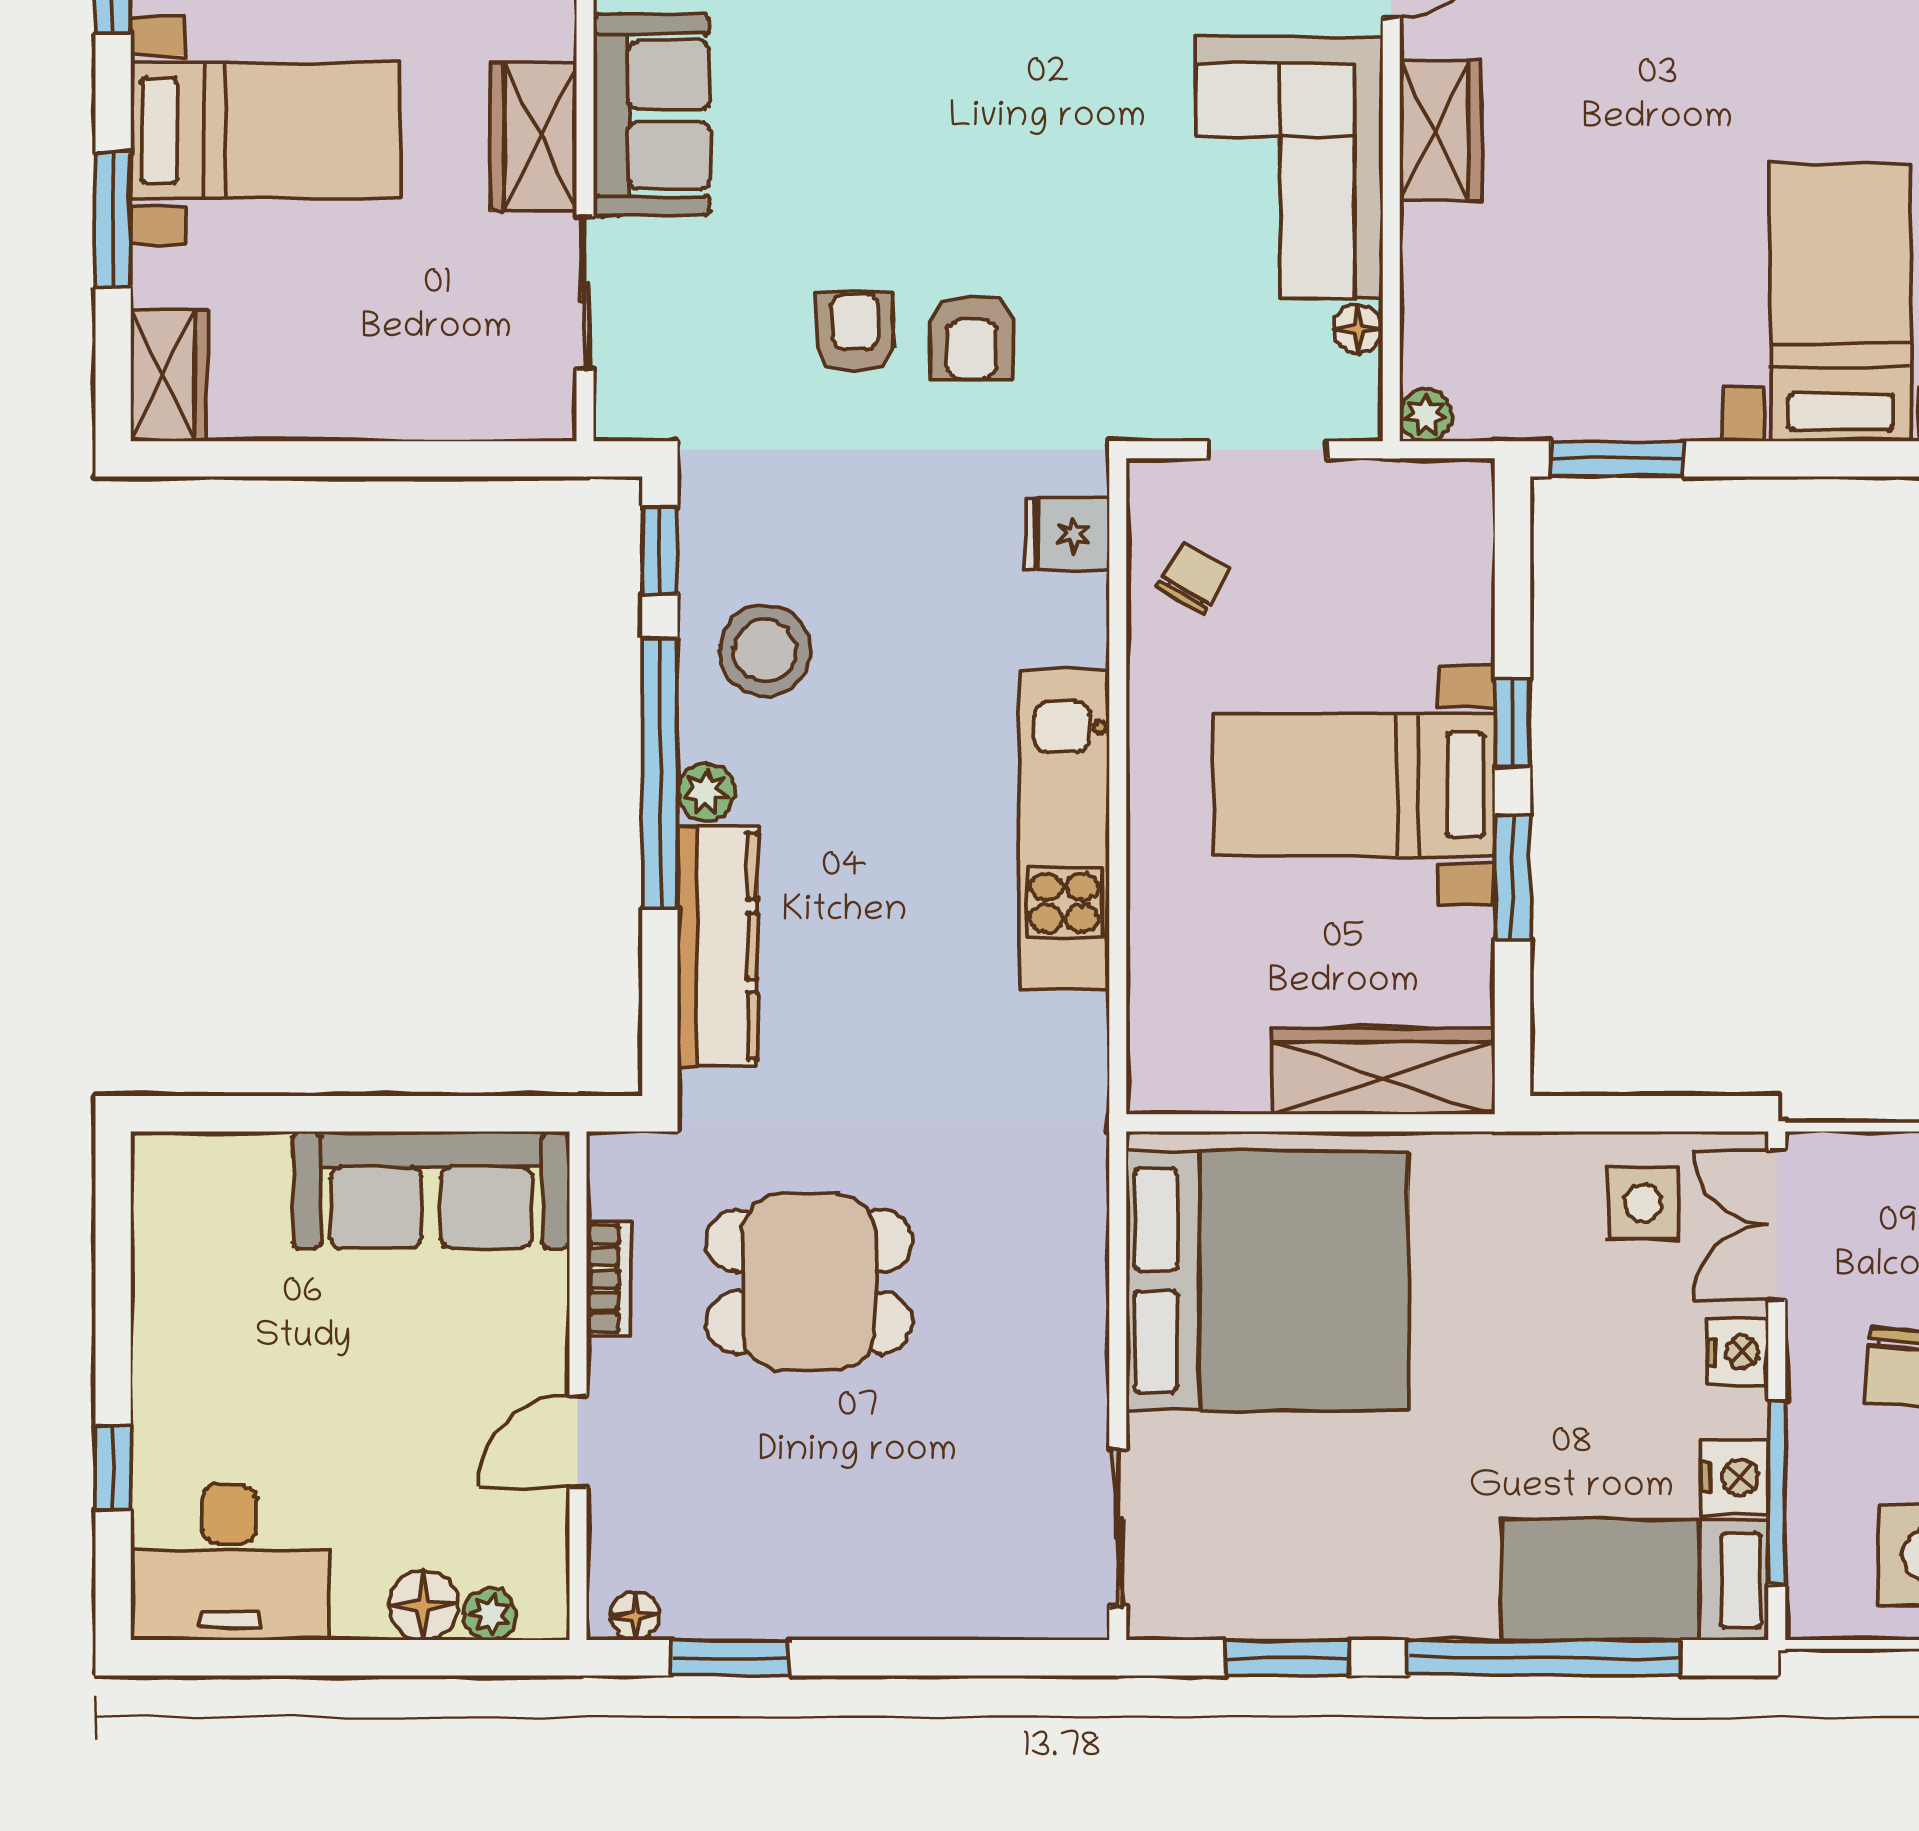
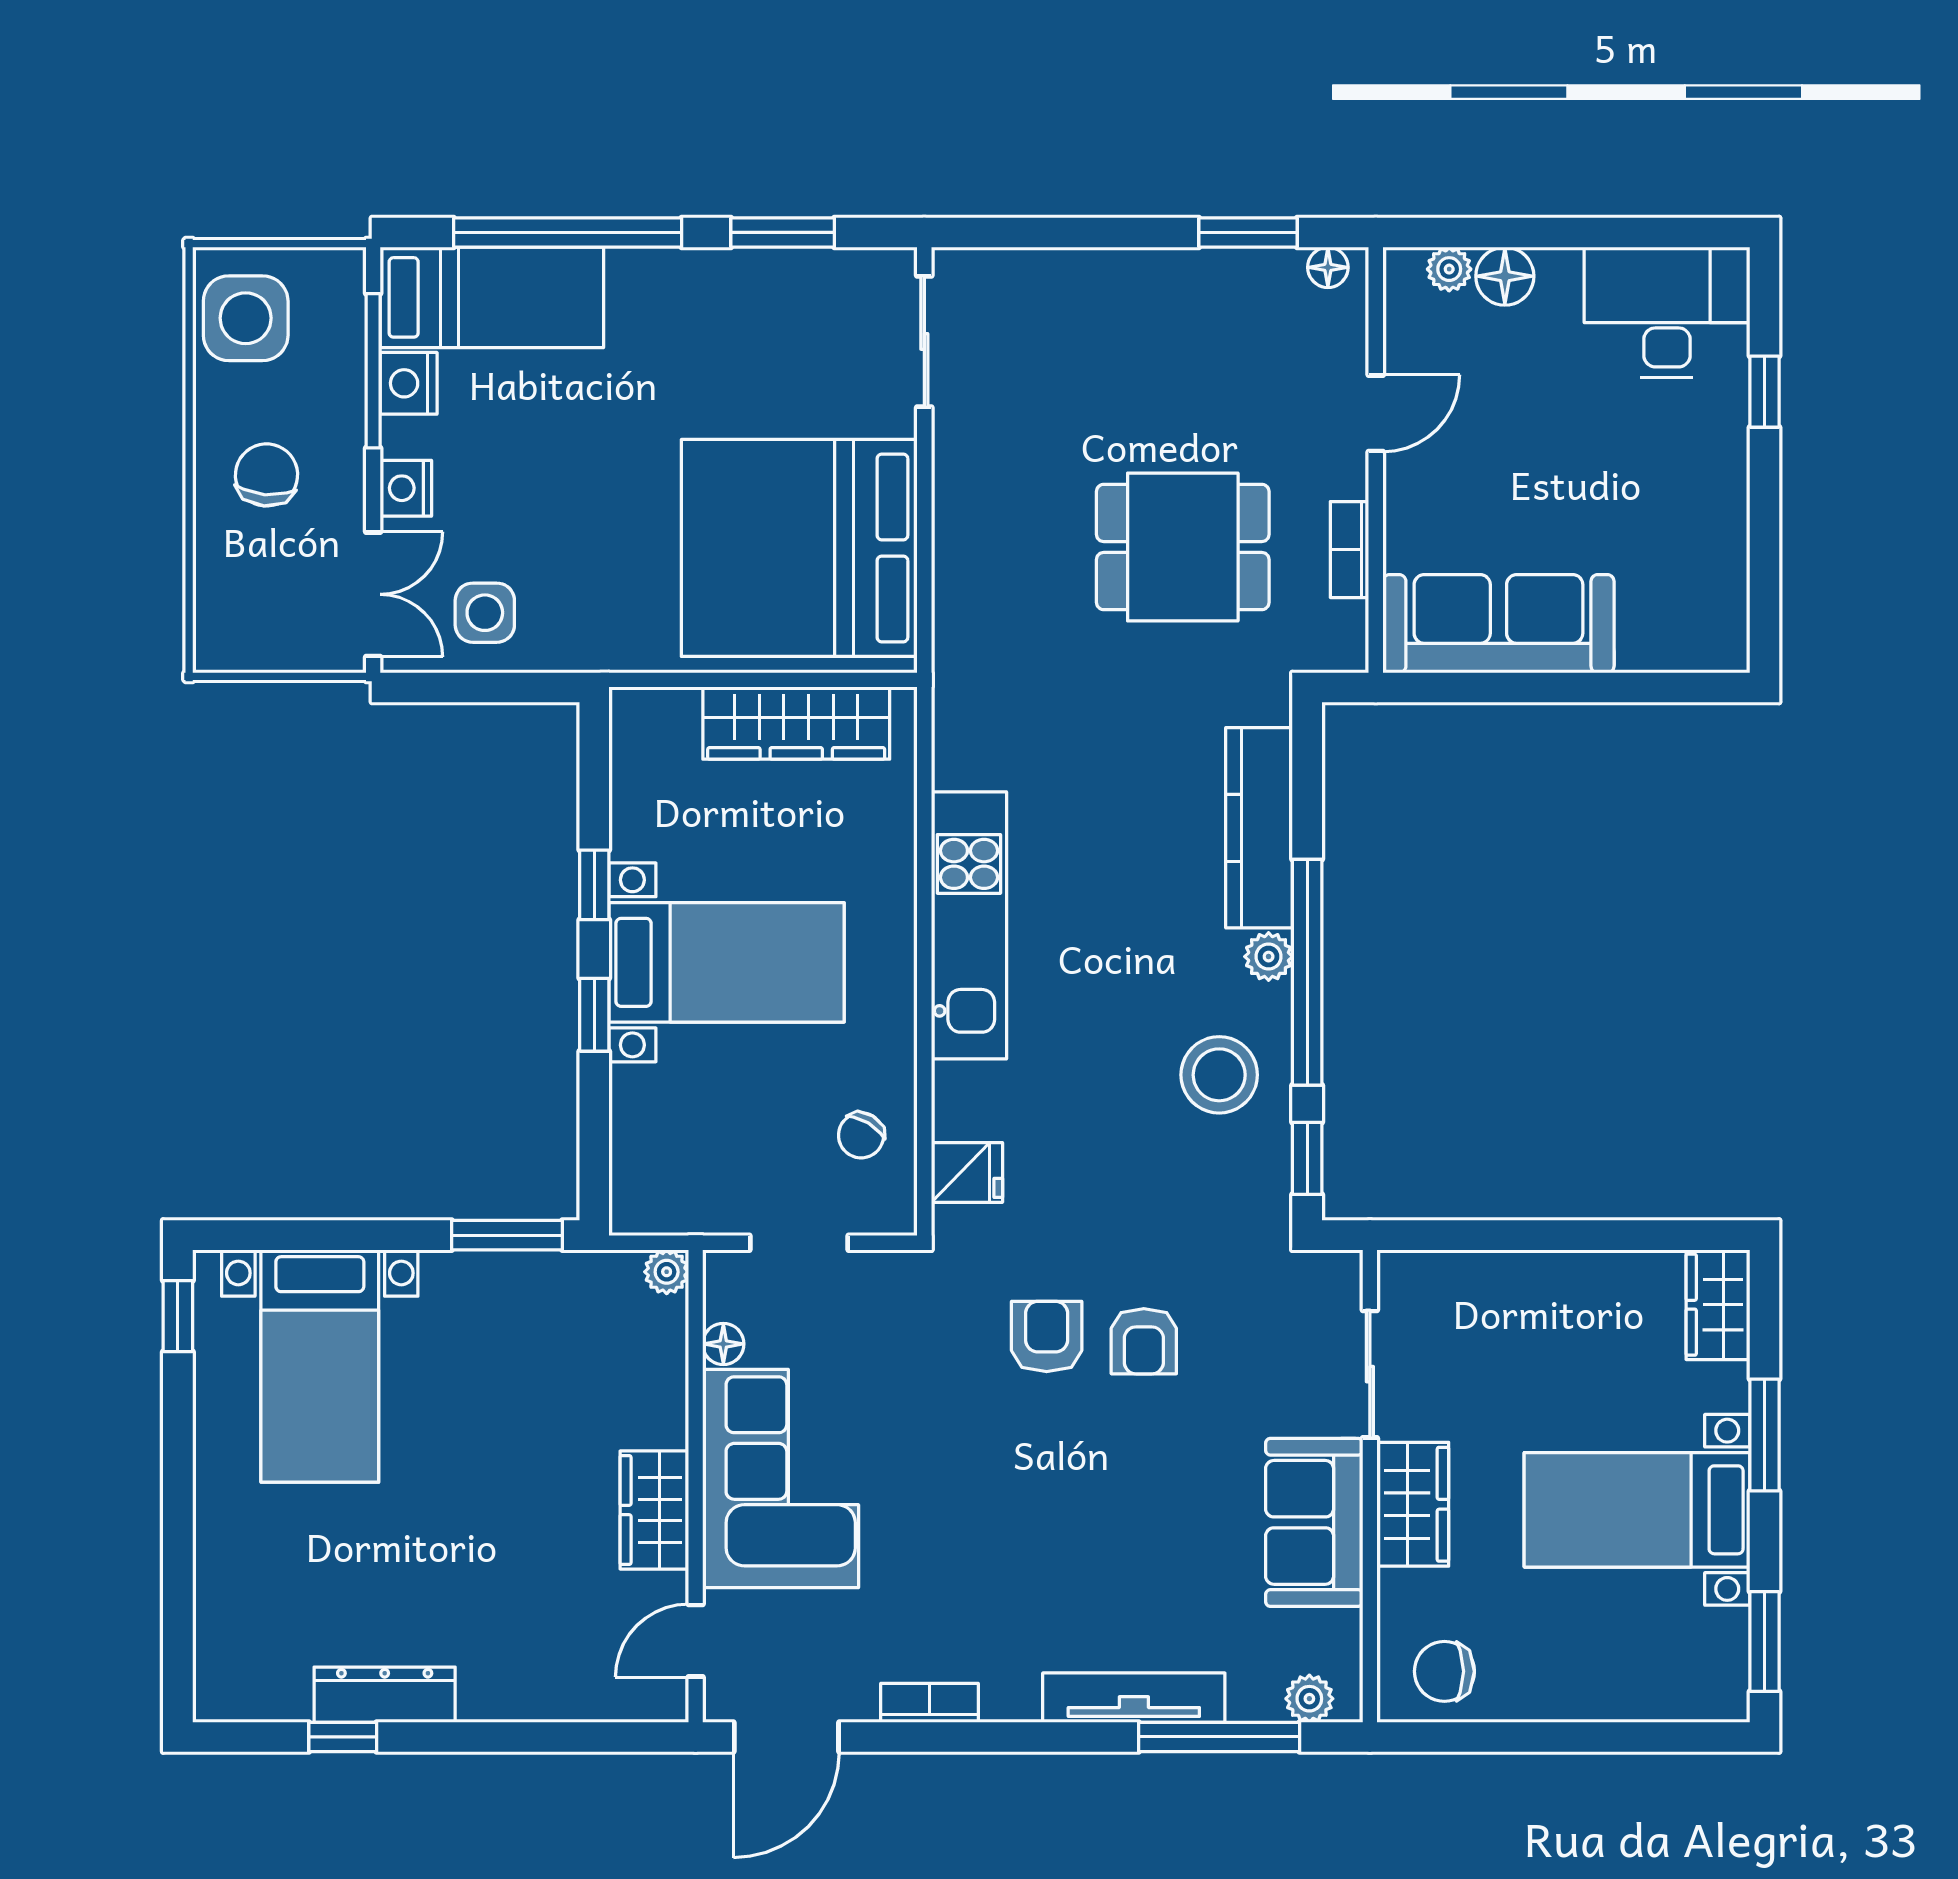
window: (1512, 878) -> (594, 885), width x0.67
wardrobe: (1383, 1071) -> (796, 723), moved

